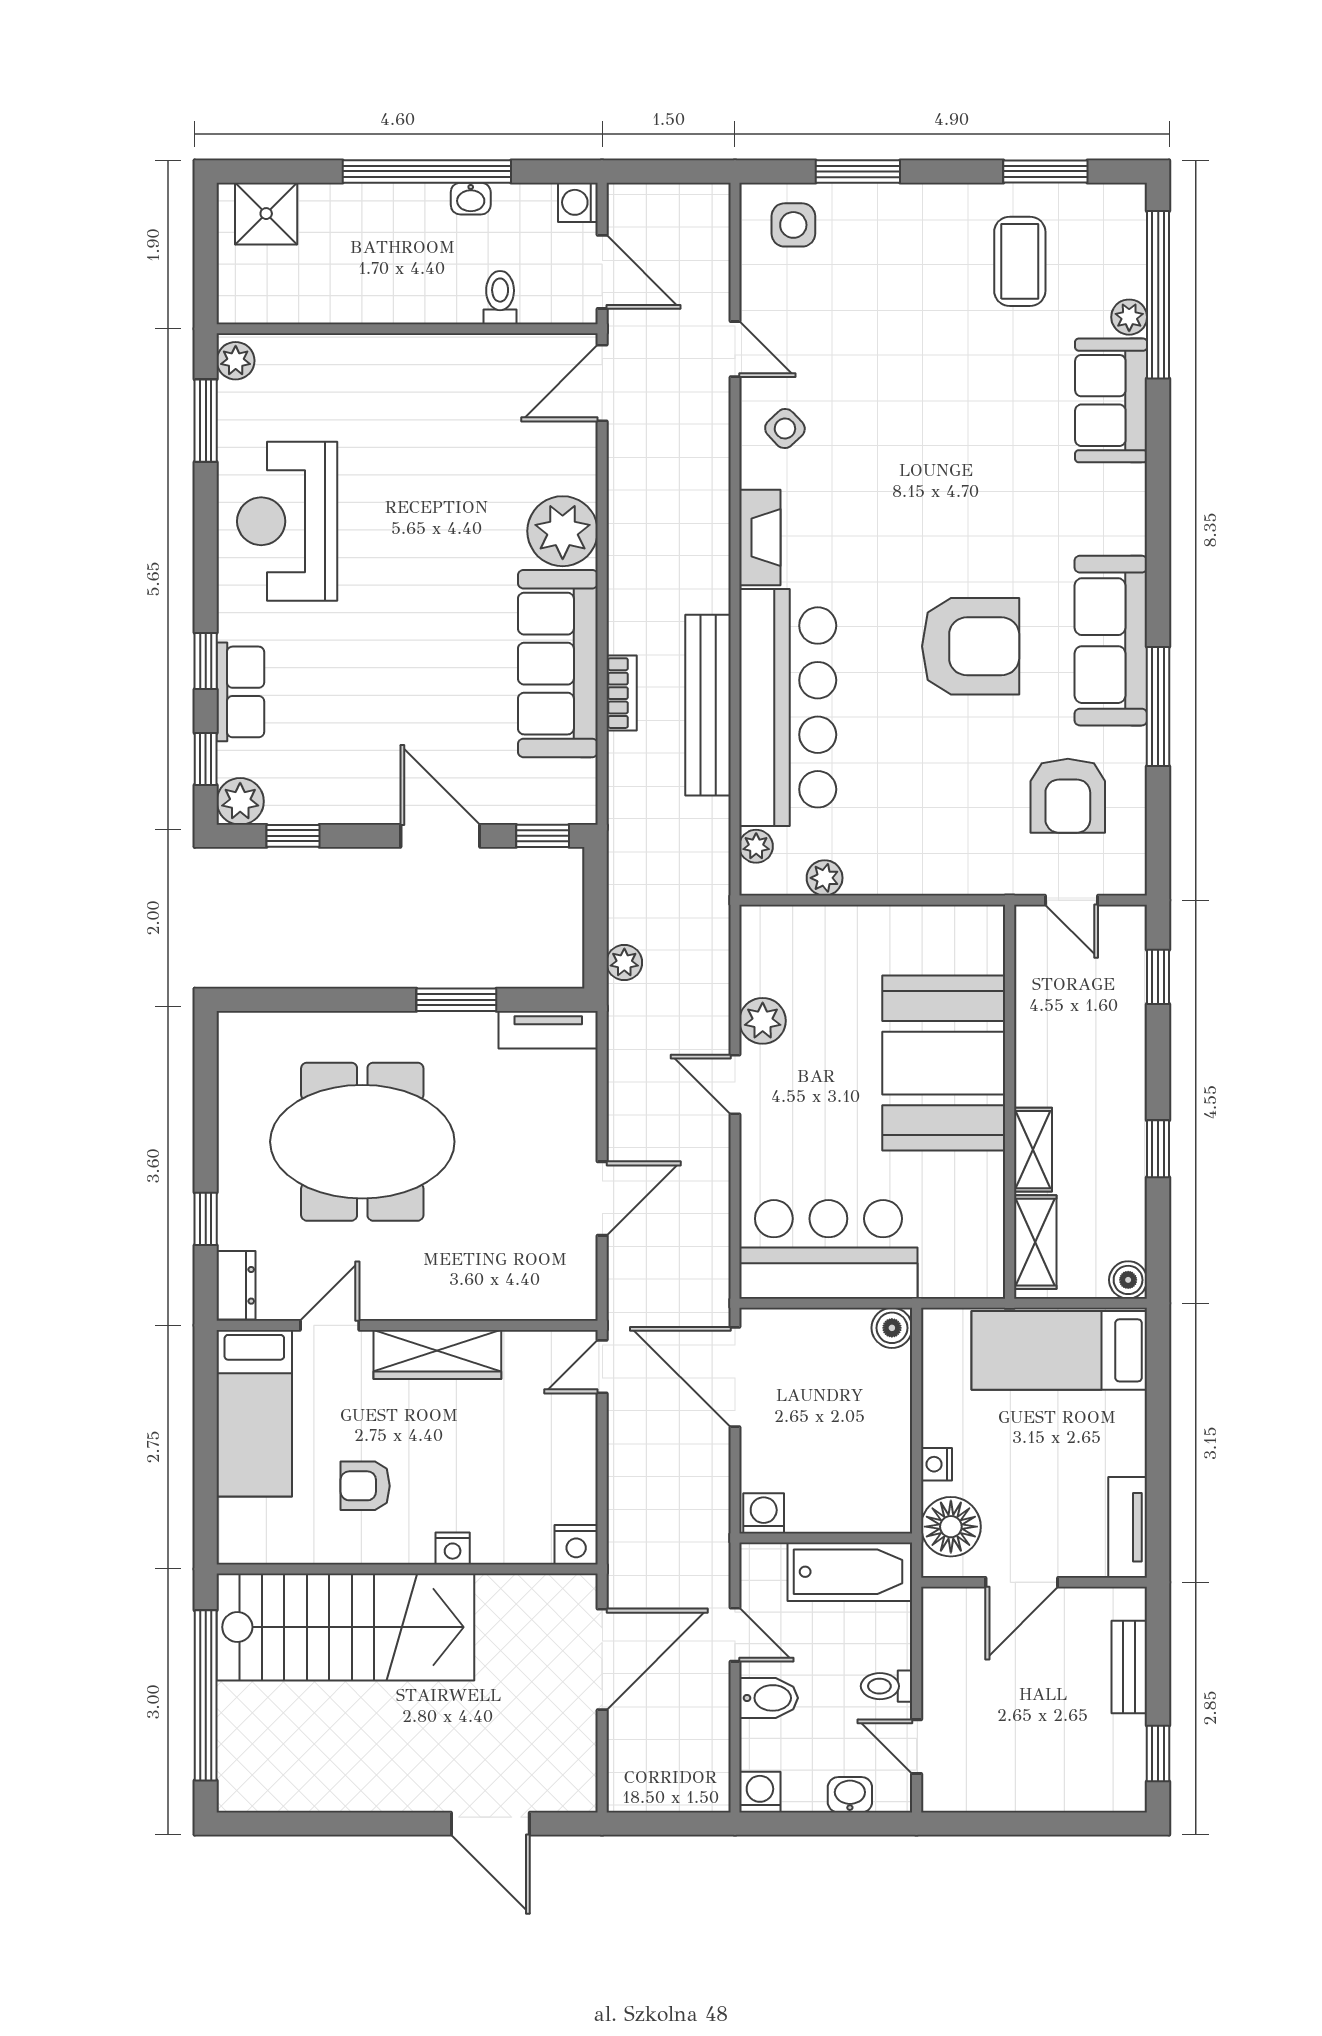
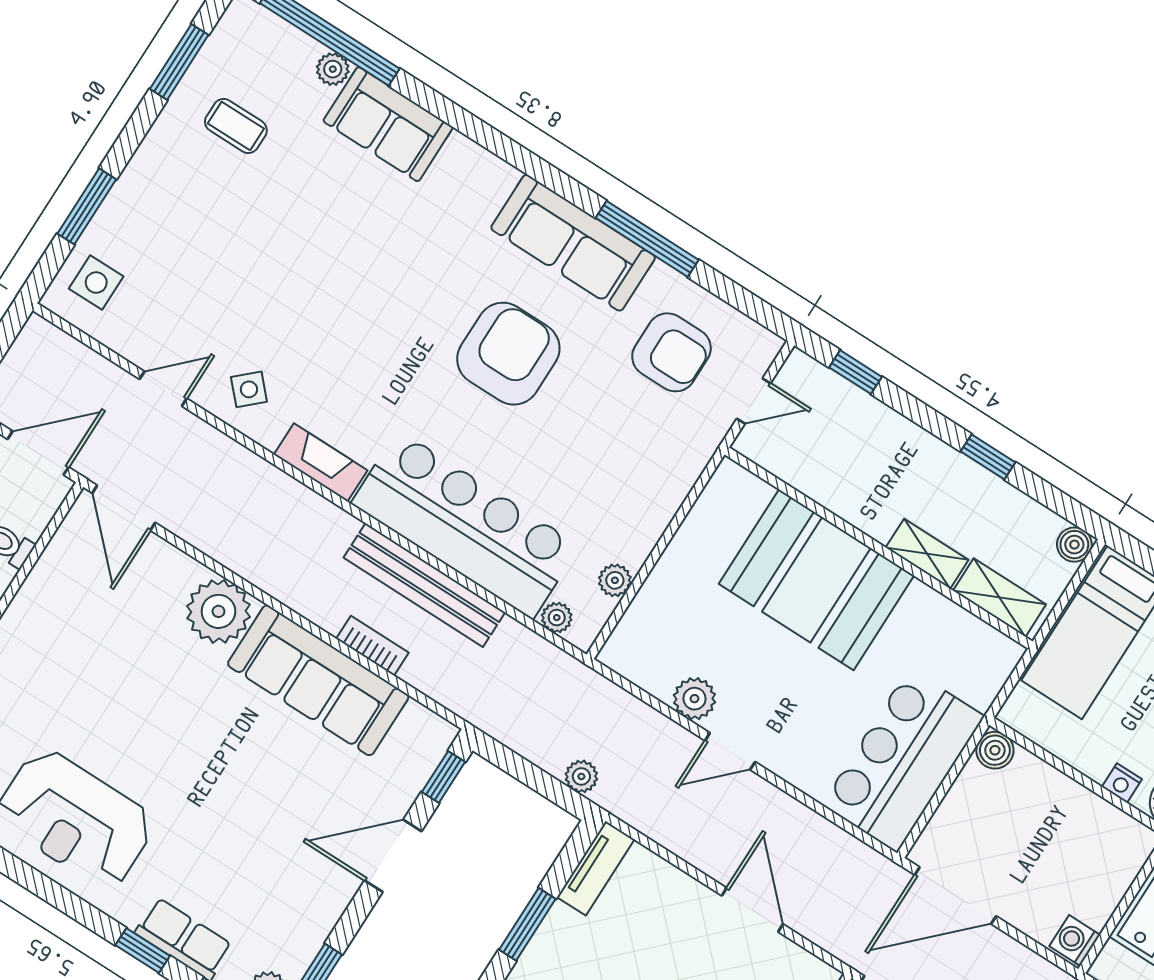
coffee table: (1020, 261) -> (236, 126), width x0.73, depth x0.77

